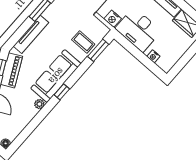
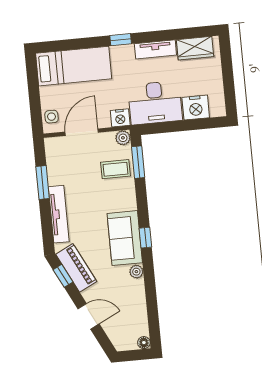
plant: (104, 30) -> (123, 138), added
nightstand: (153, 56) -> (196, 108), width x1.89, depth x1.79
sofa: (56, 76) -> (125, 238), width x0.73

